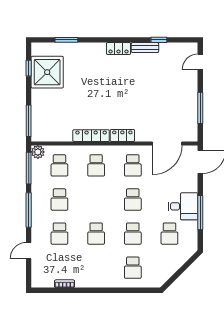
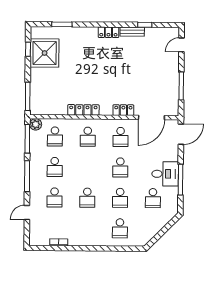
locker: (122, 135) -> (123, 110), moved

